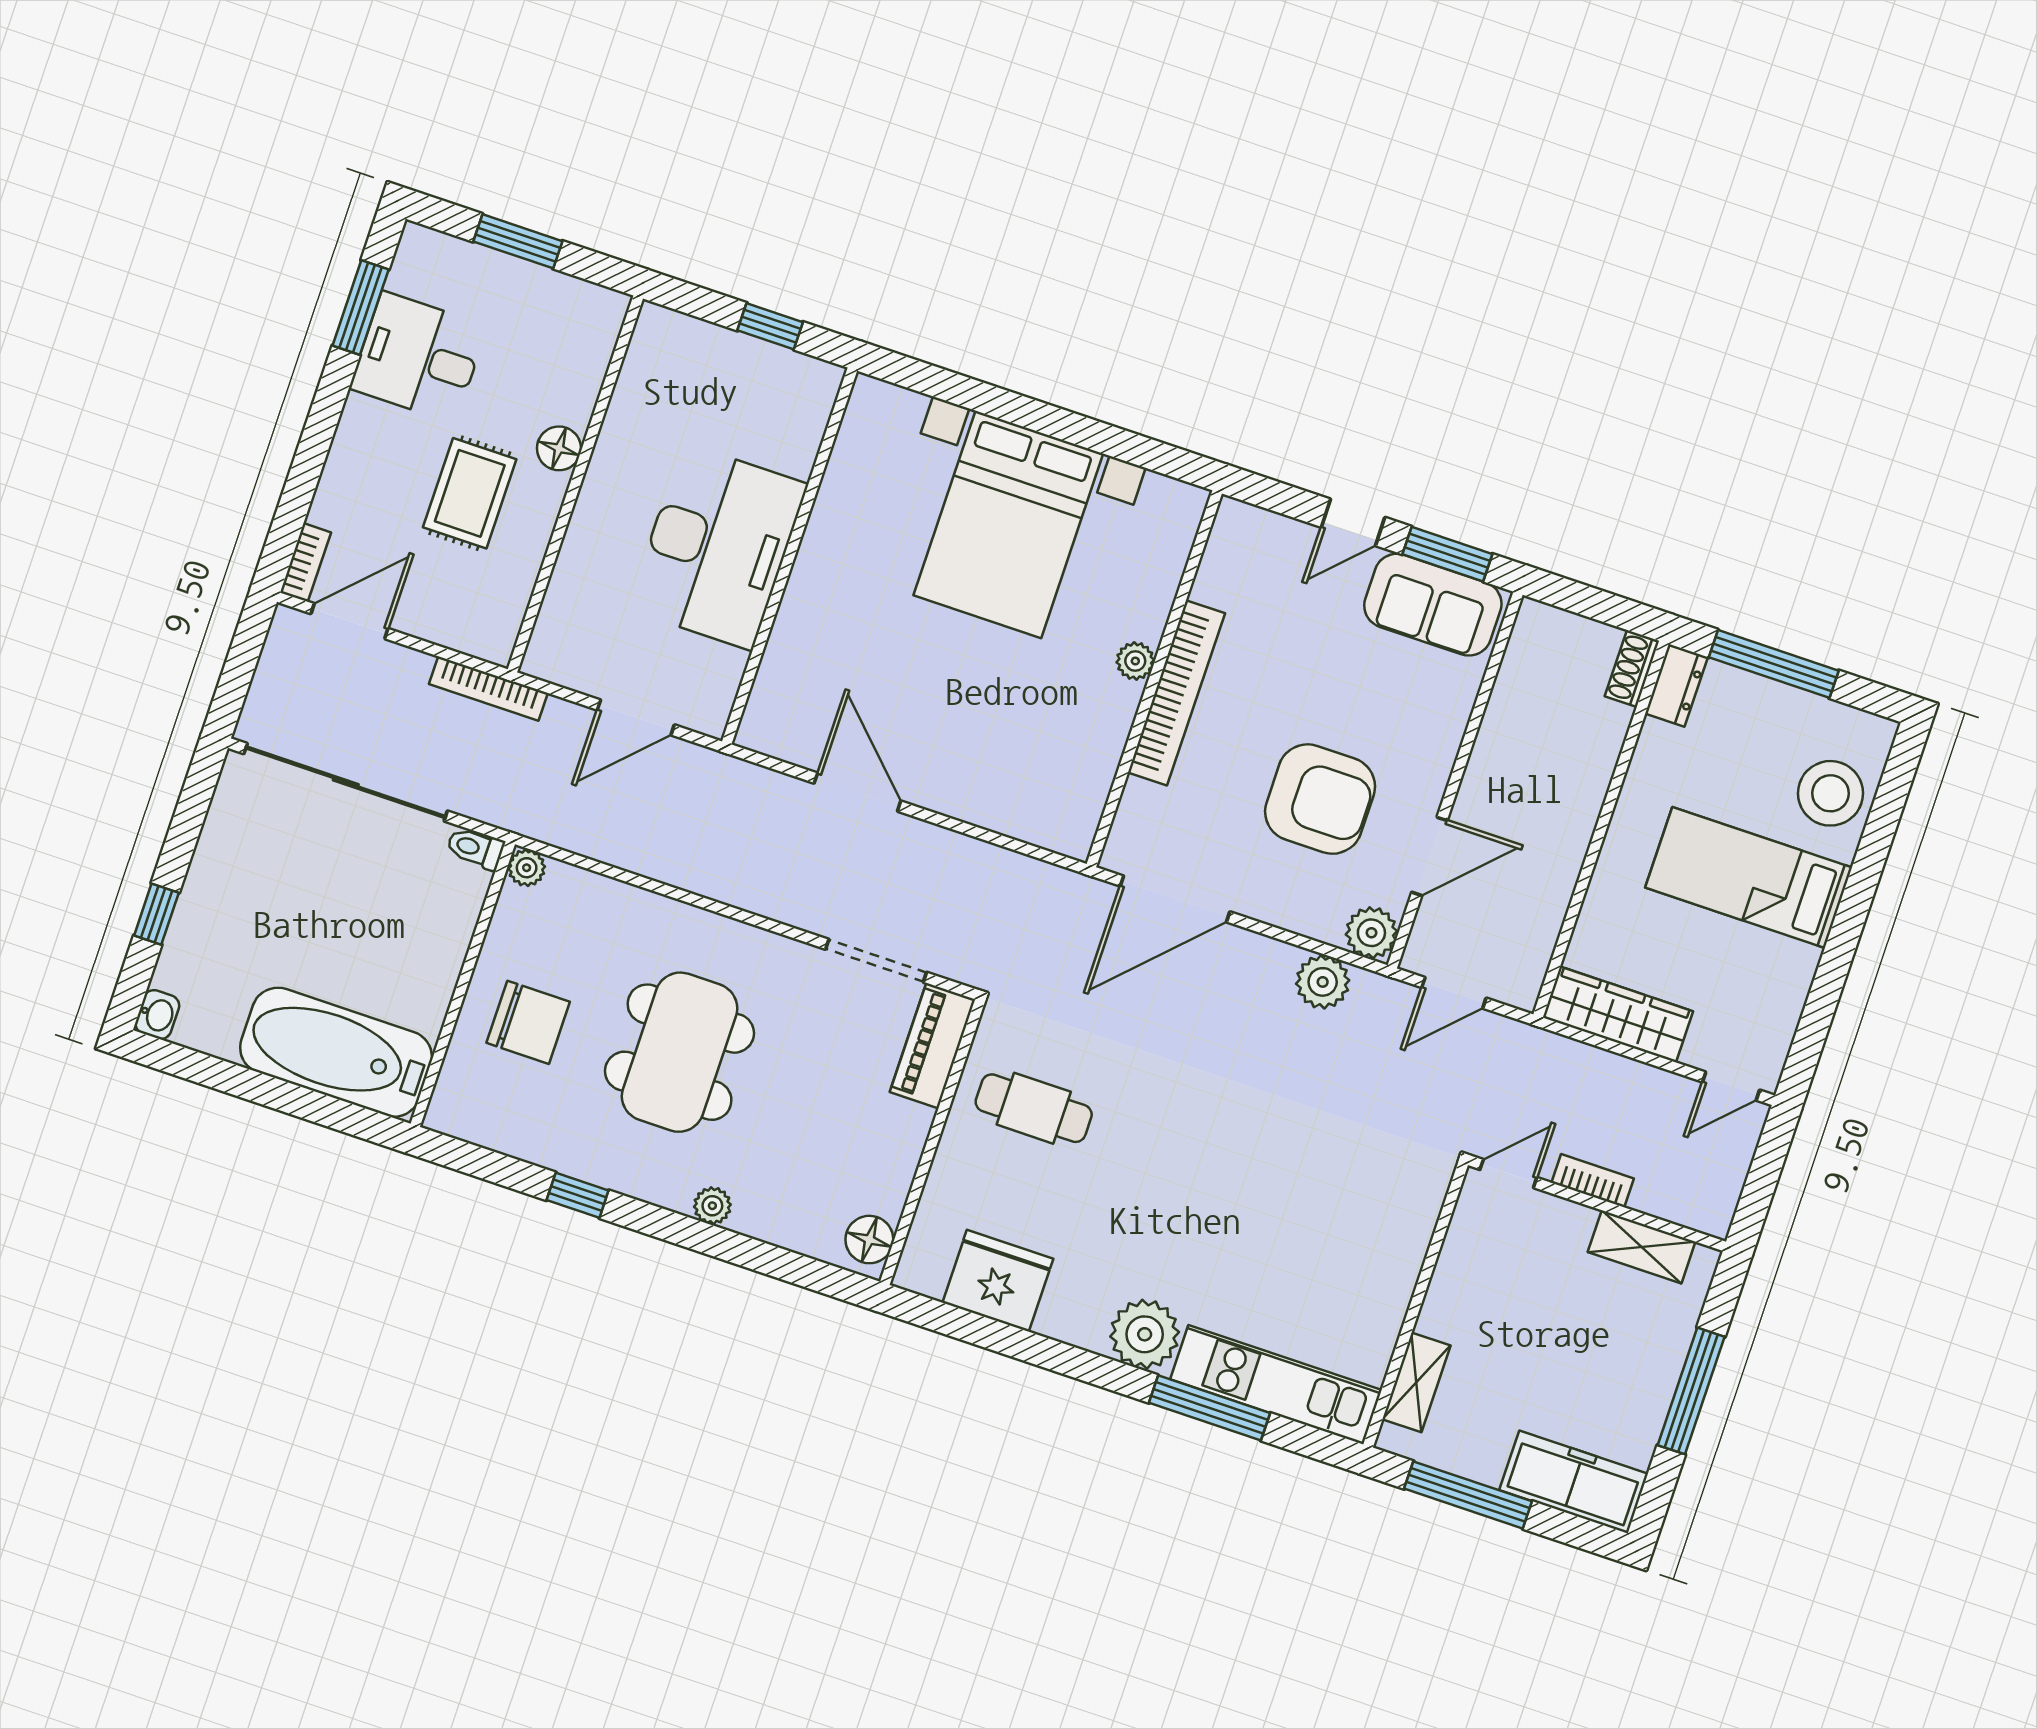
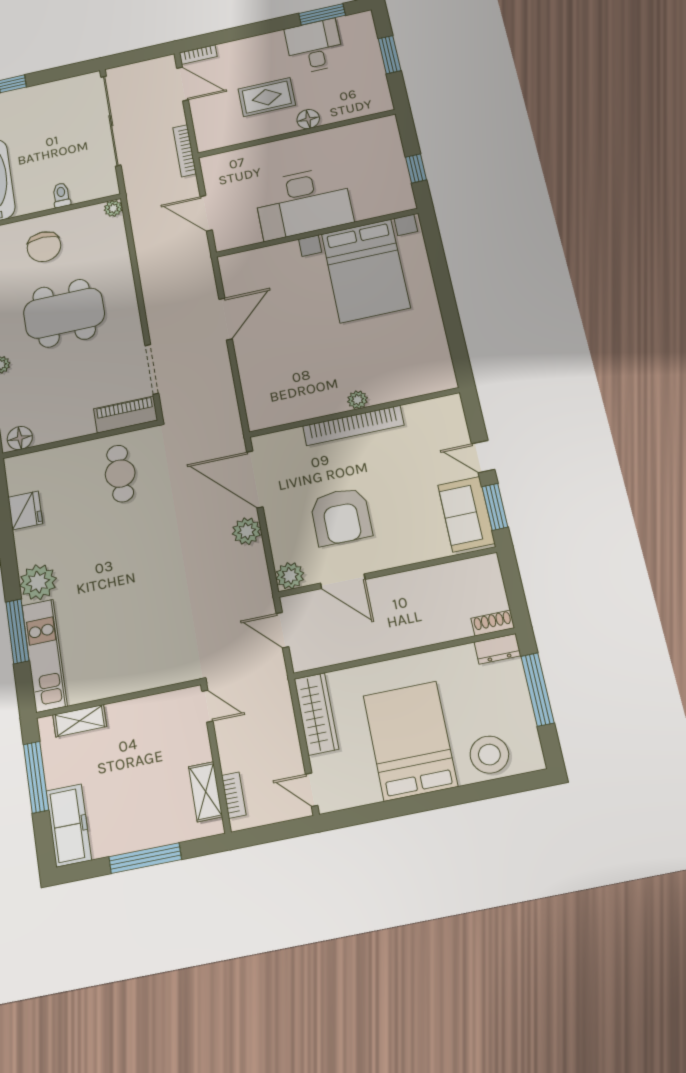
bed with nightstands: (1008, 524) -> (366, 271), moved, turned -90
toilet: (475, 848) -> (61, 195), moved
bed: (1749, 877) -> (410, 741), width x1.50
plant: (1323, 982) -> (247, 531), moved
bookcase: (1593, 1181) -> (234, 795), moved
fridge: (998, 1281) -> (25, 510), width x0.73, depth x0.75

